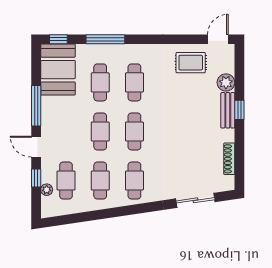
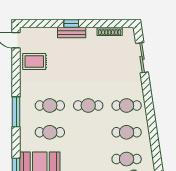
window: (105, 39) -> (16, 112), moved
rug: (191, 63) -> (34, 62), turned 90
plant: (226, 82) -> (50, 34), removed
cafe table: (100, 131) -> (88, 132), removed

